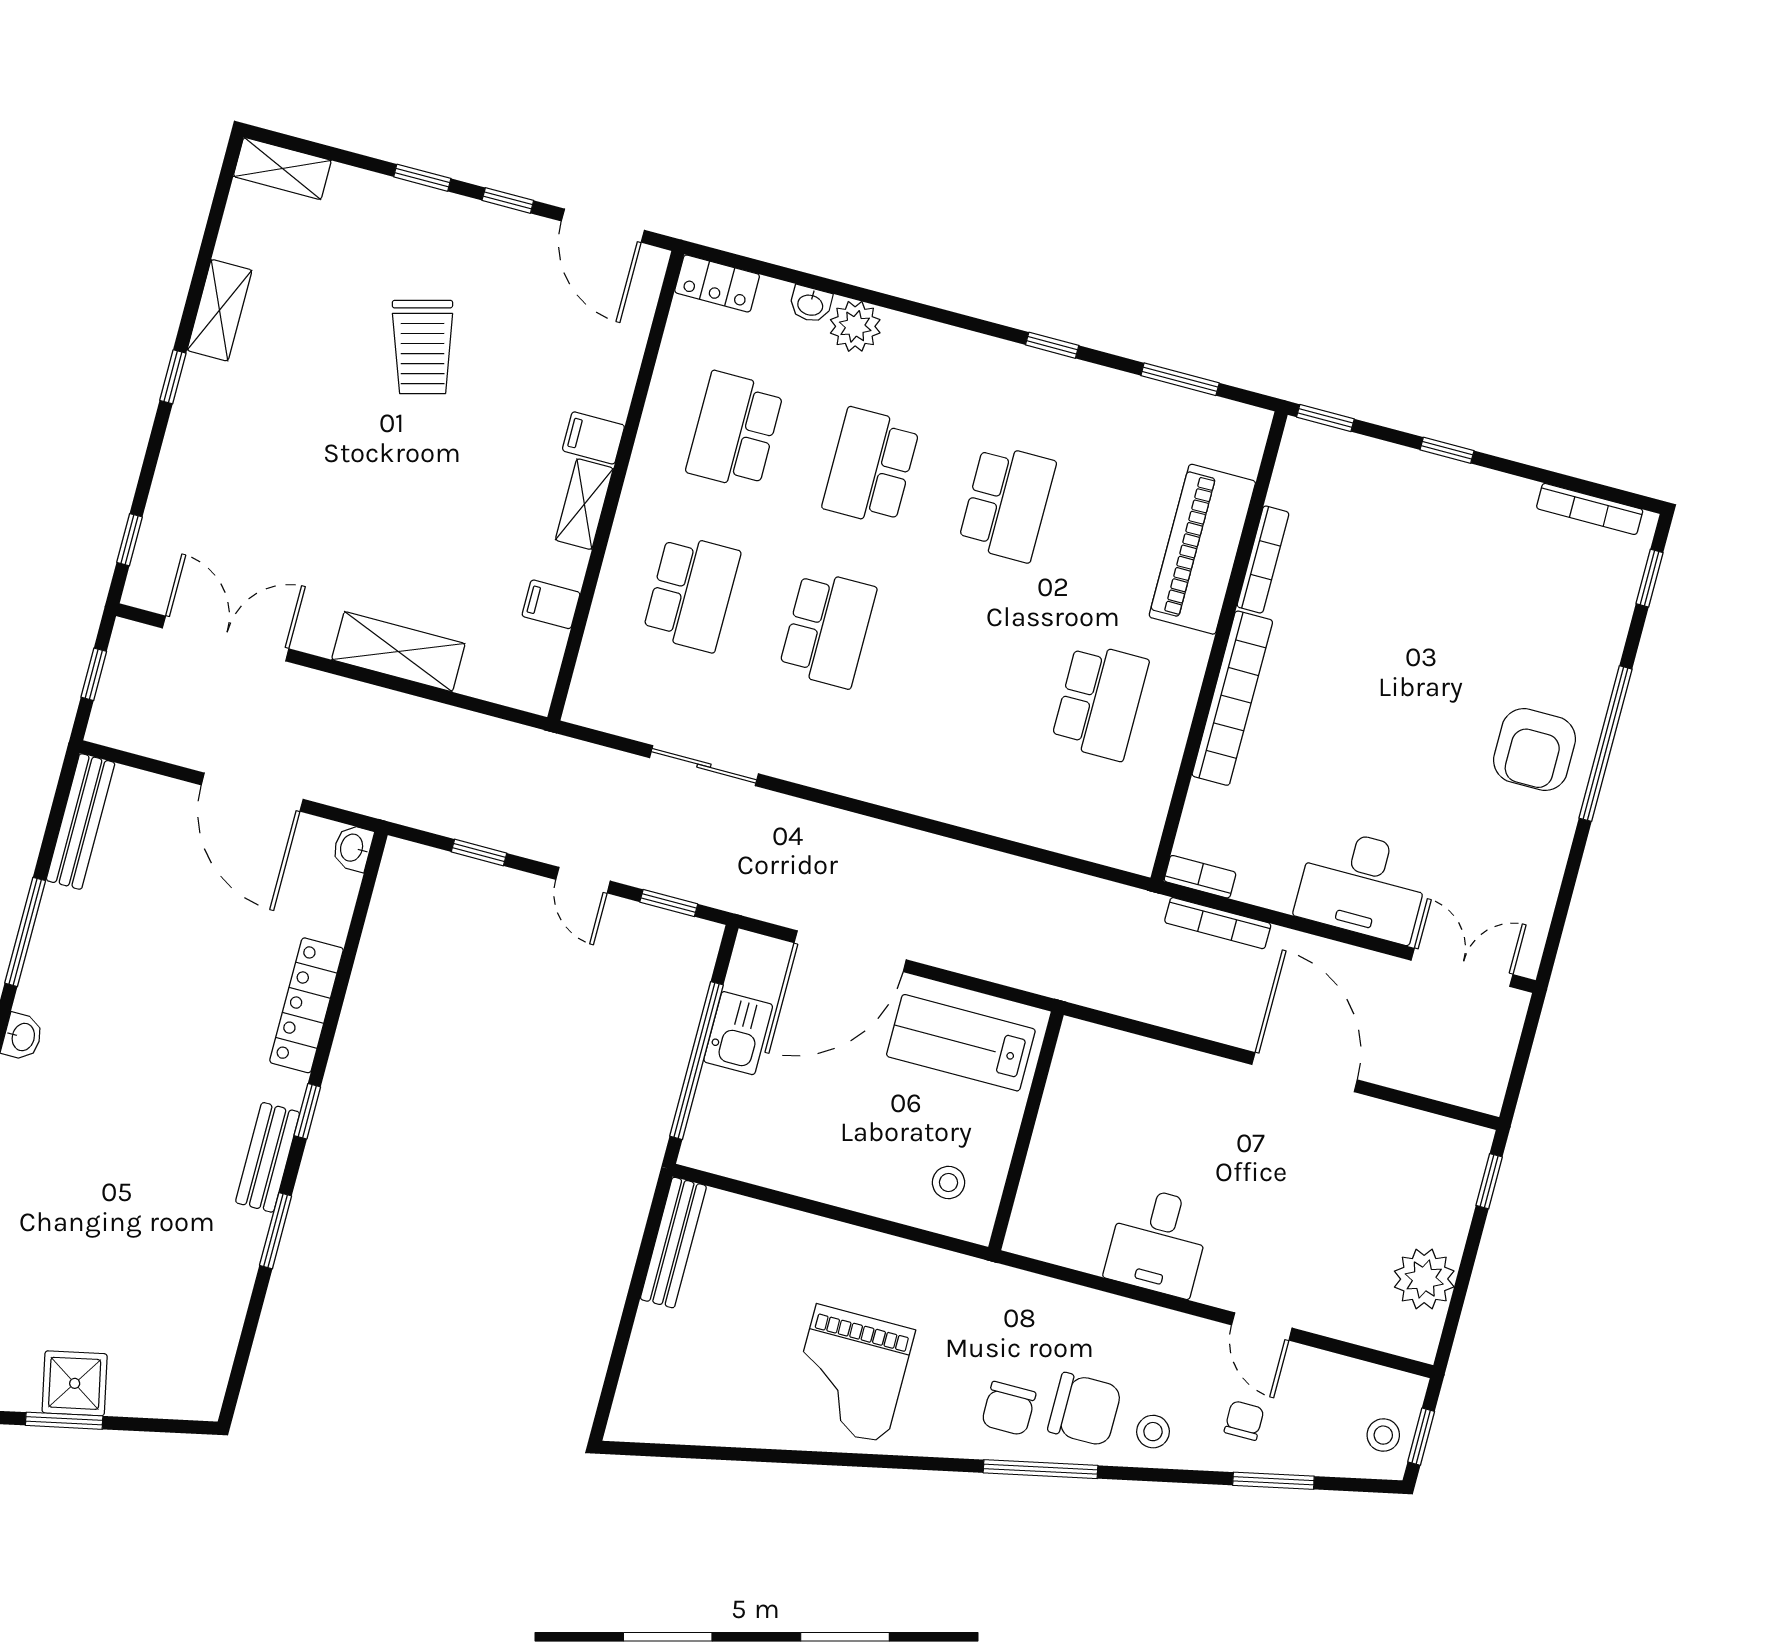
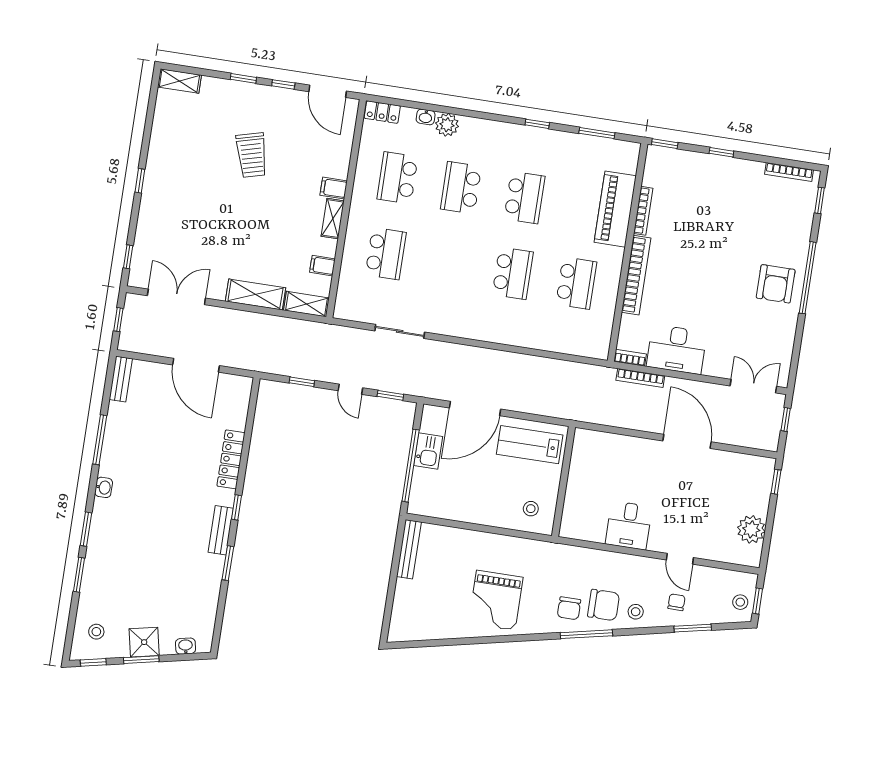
shelving: (220, 310) -> (306, 304), moved, turned 90
school desk: (828, 629) -> (513, 273), moved
bench: (81, 821) -> (121, 379), width x0.73
washbasin: (353, 848) -> (186, 646), moved, turned 78
desk: (1363, 885) -> (677, 349), moved
window: (1525, 1047) -> (786, 419), added

